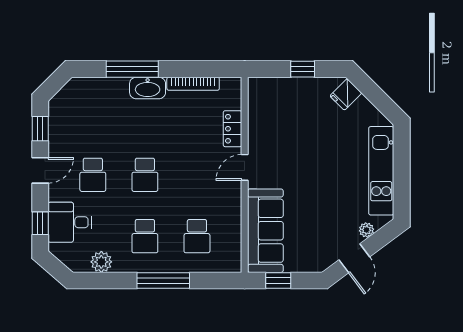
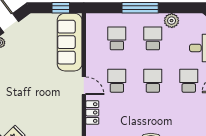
door: (245, 167) -> (84, 86), hinge flipped
school desk: (197, 175) -> (117, 81), added
plant: (101, 262) -> (172, 21), moved

